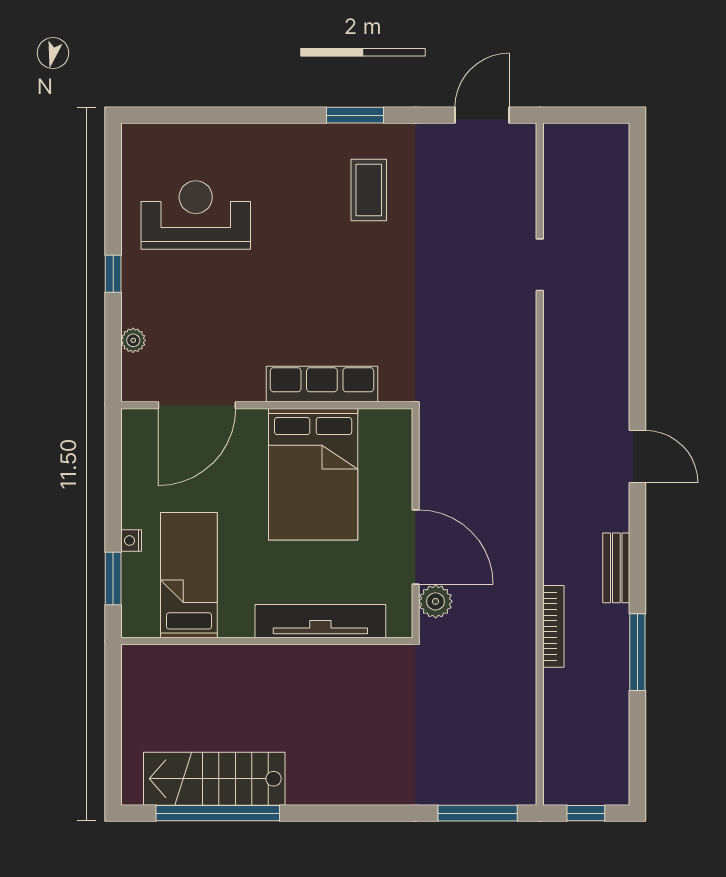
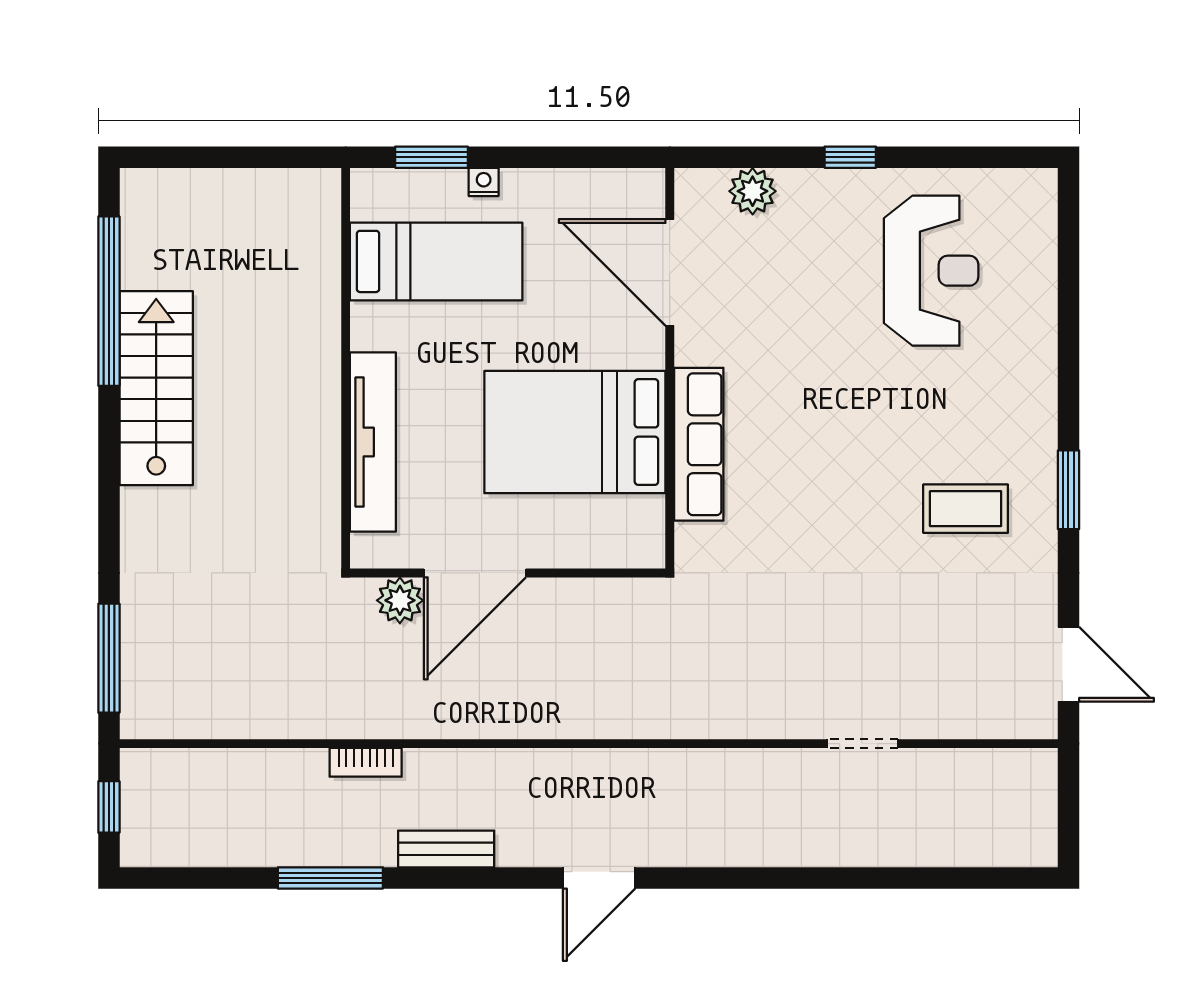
plant: (133, 340) -> (753, 191), width x1.38, depth x1.38
bookcase: (553, 626) -> (366, 762), width x0.64
stairs: (214, 779) -> (156, 388), moved

